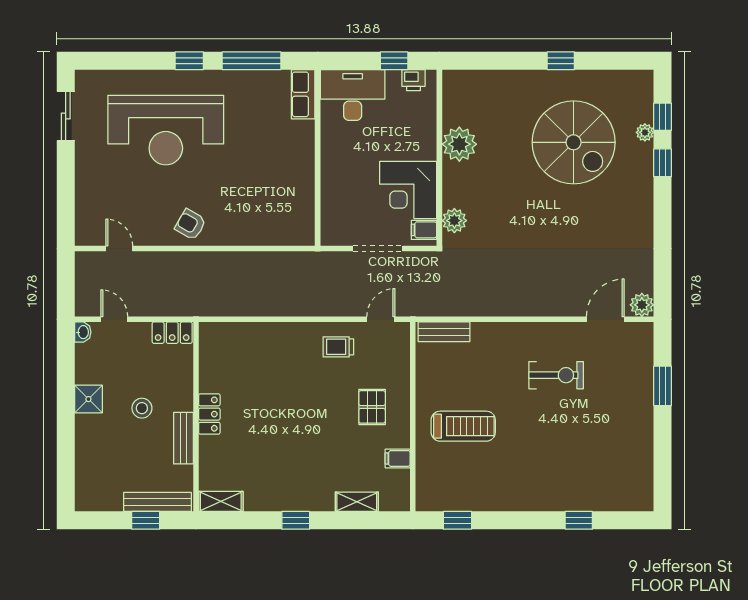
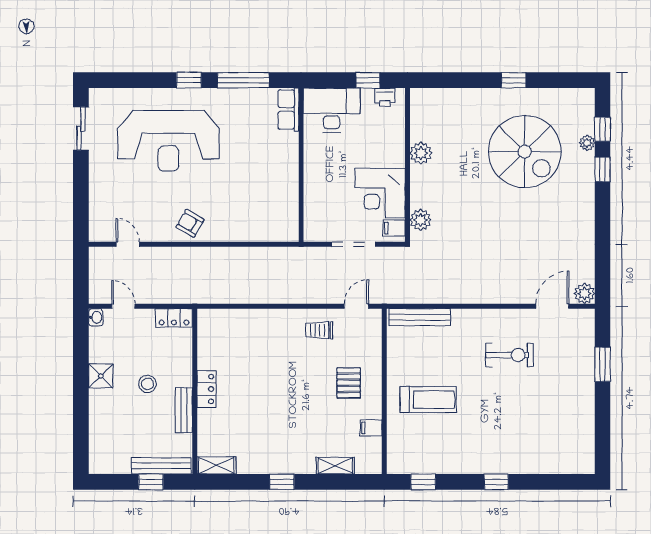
plant: (459, 144) -> (421, 153), width x0.73, depth x0.73
bench: (444, 332) -> (420, 317), width x1.36
window: (579, 520) -> (496, 482), moved

